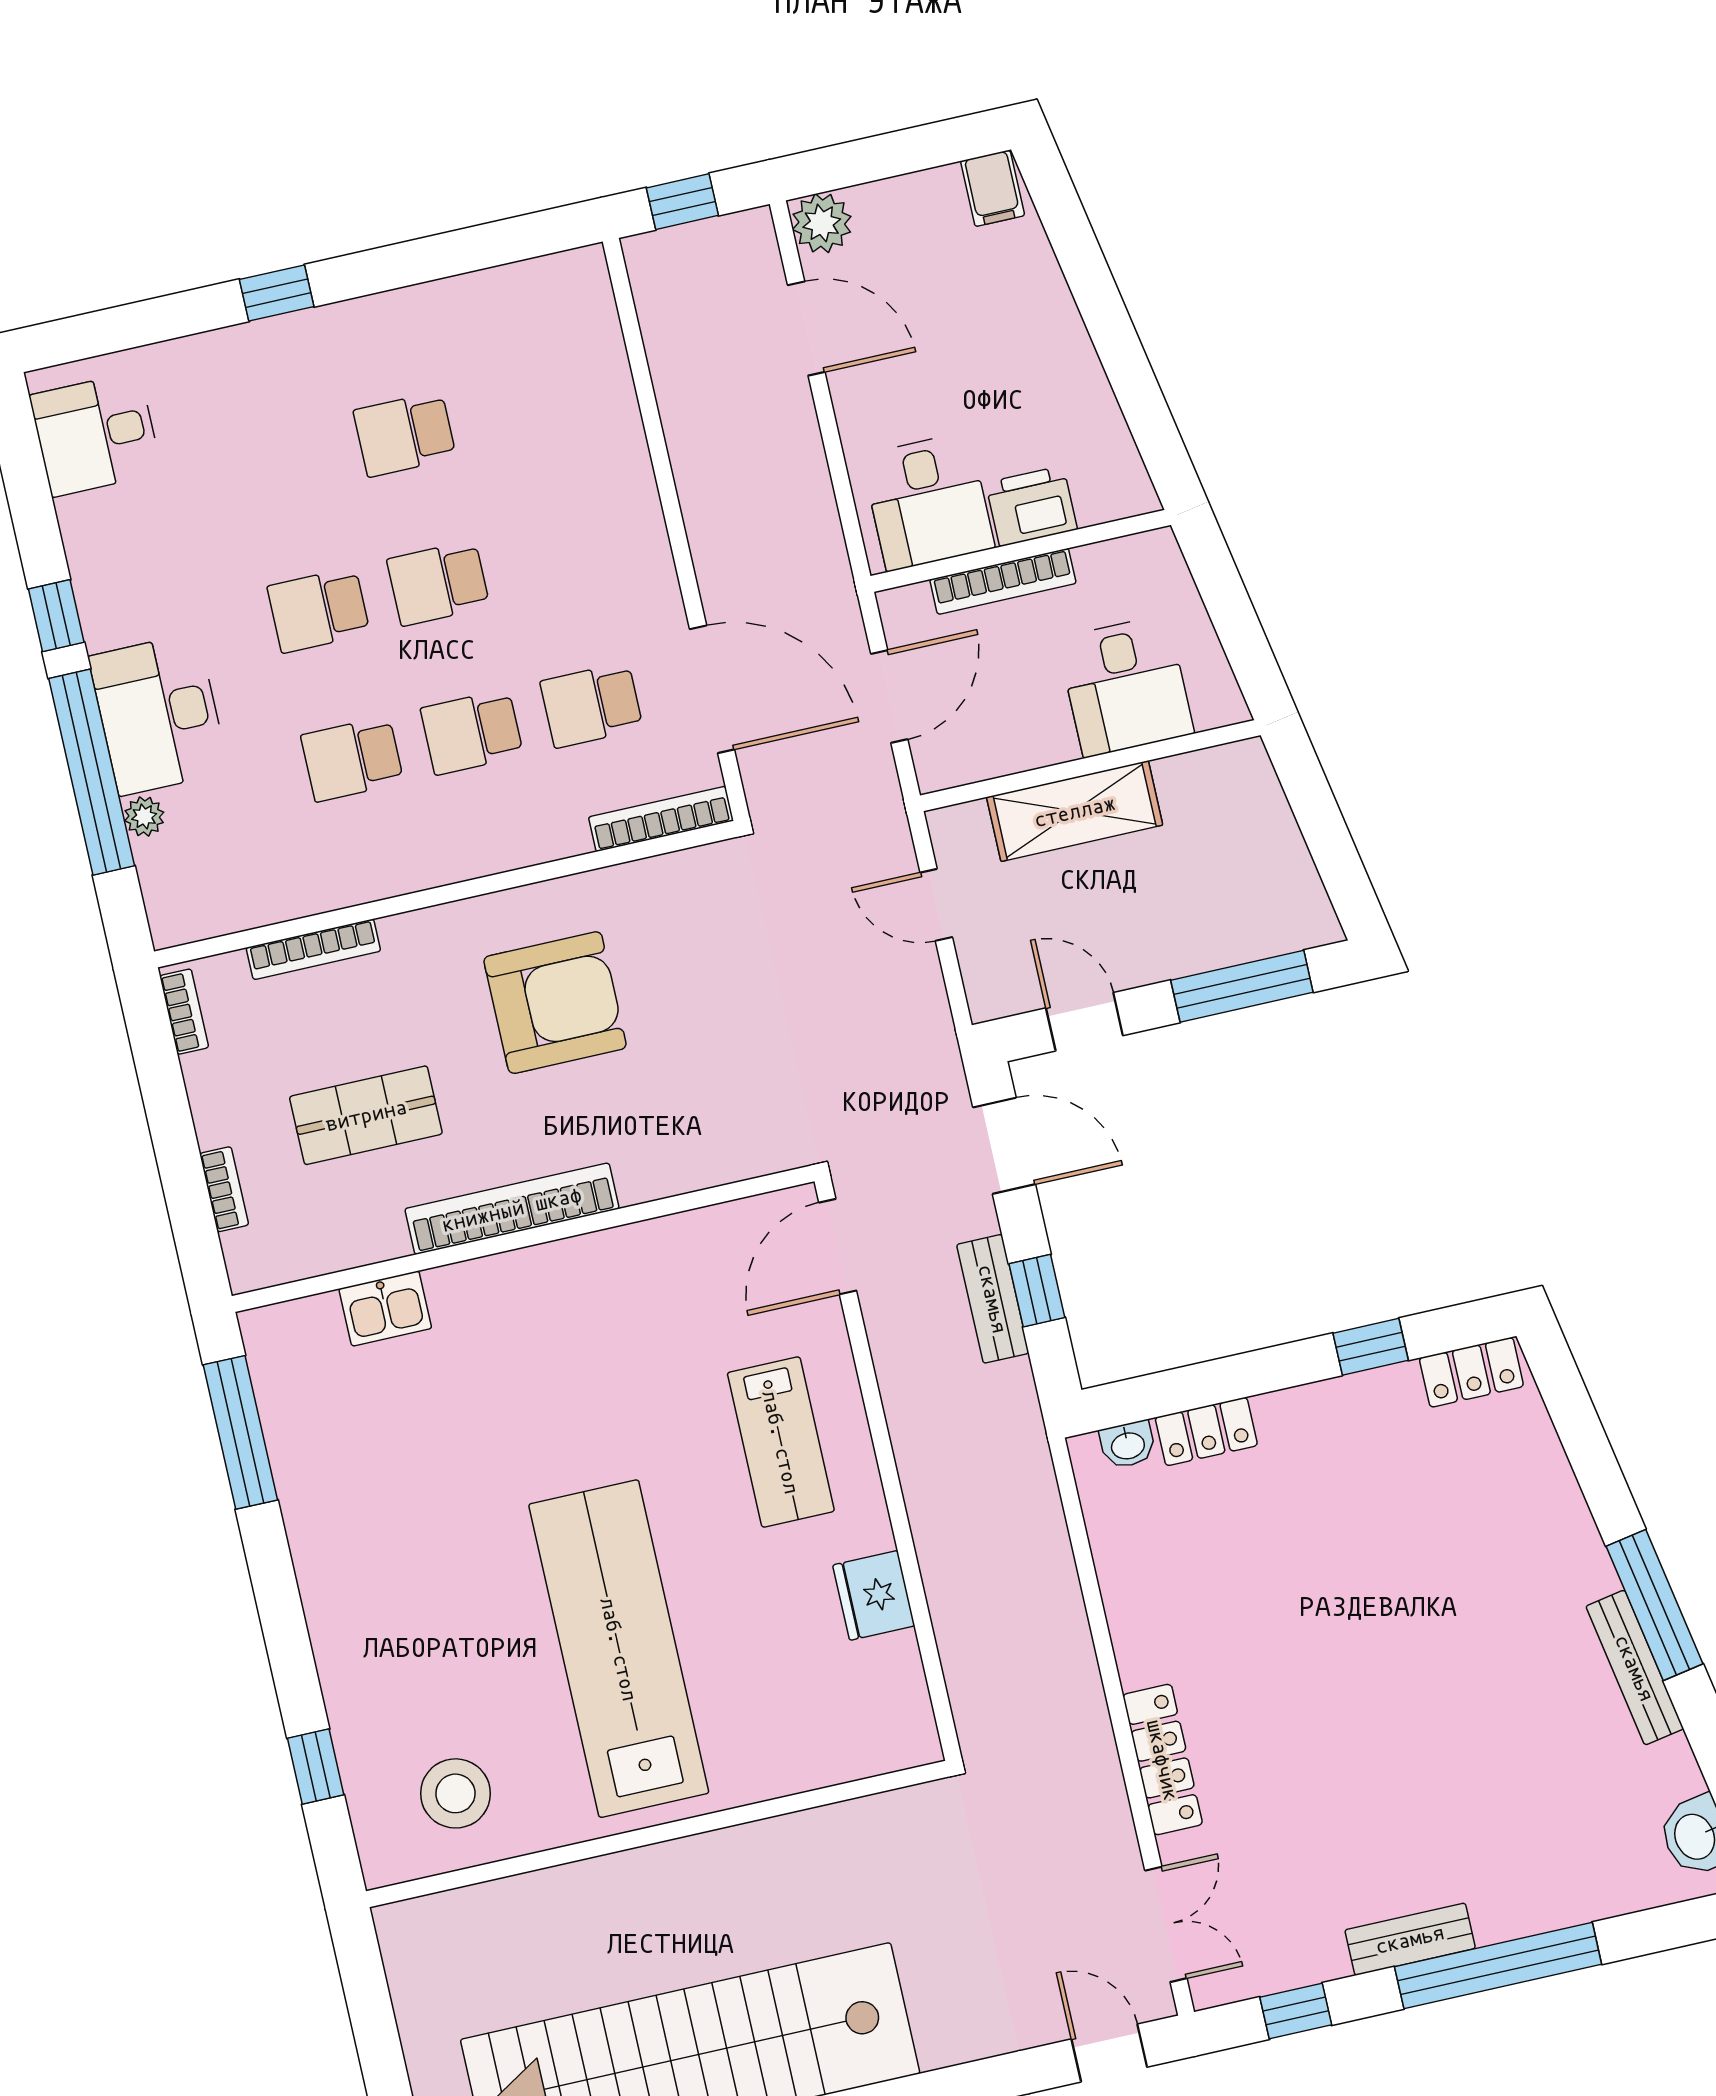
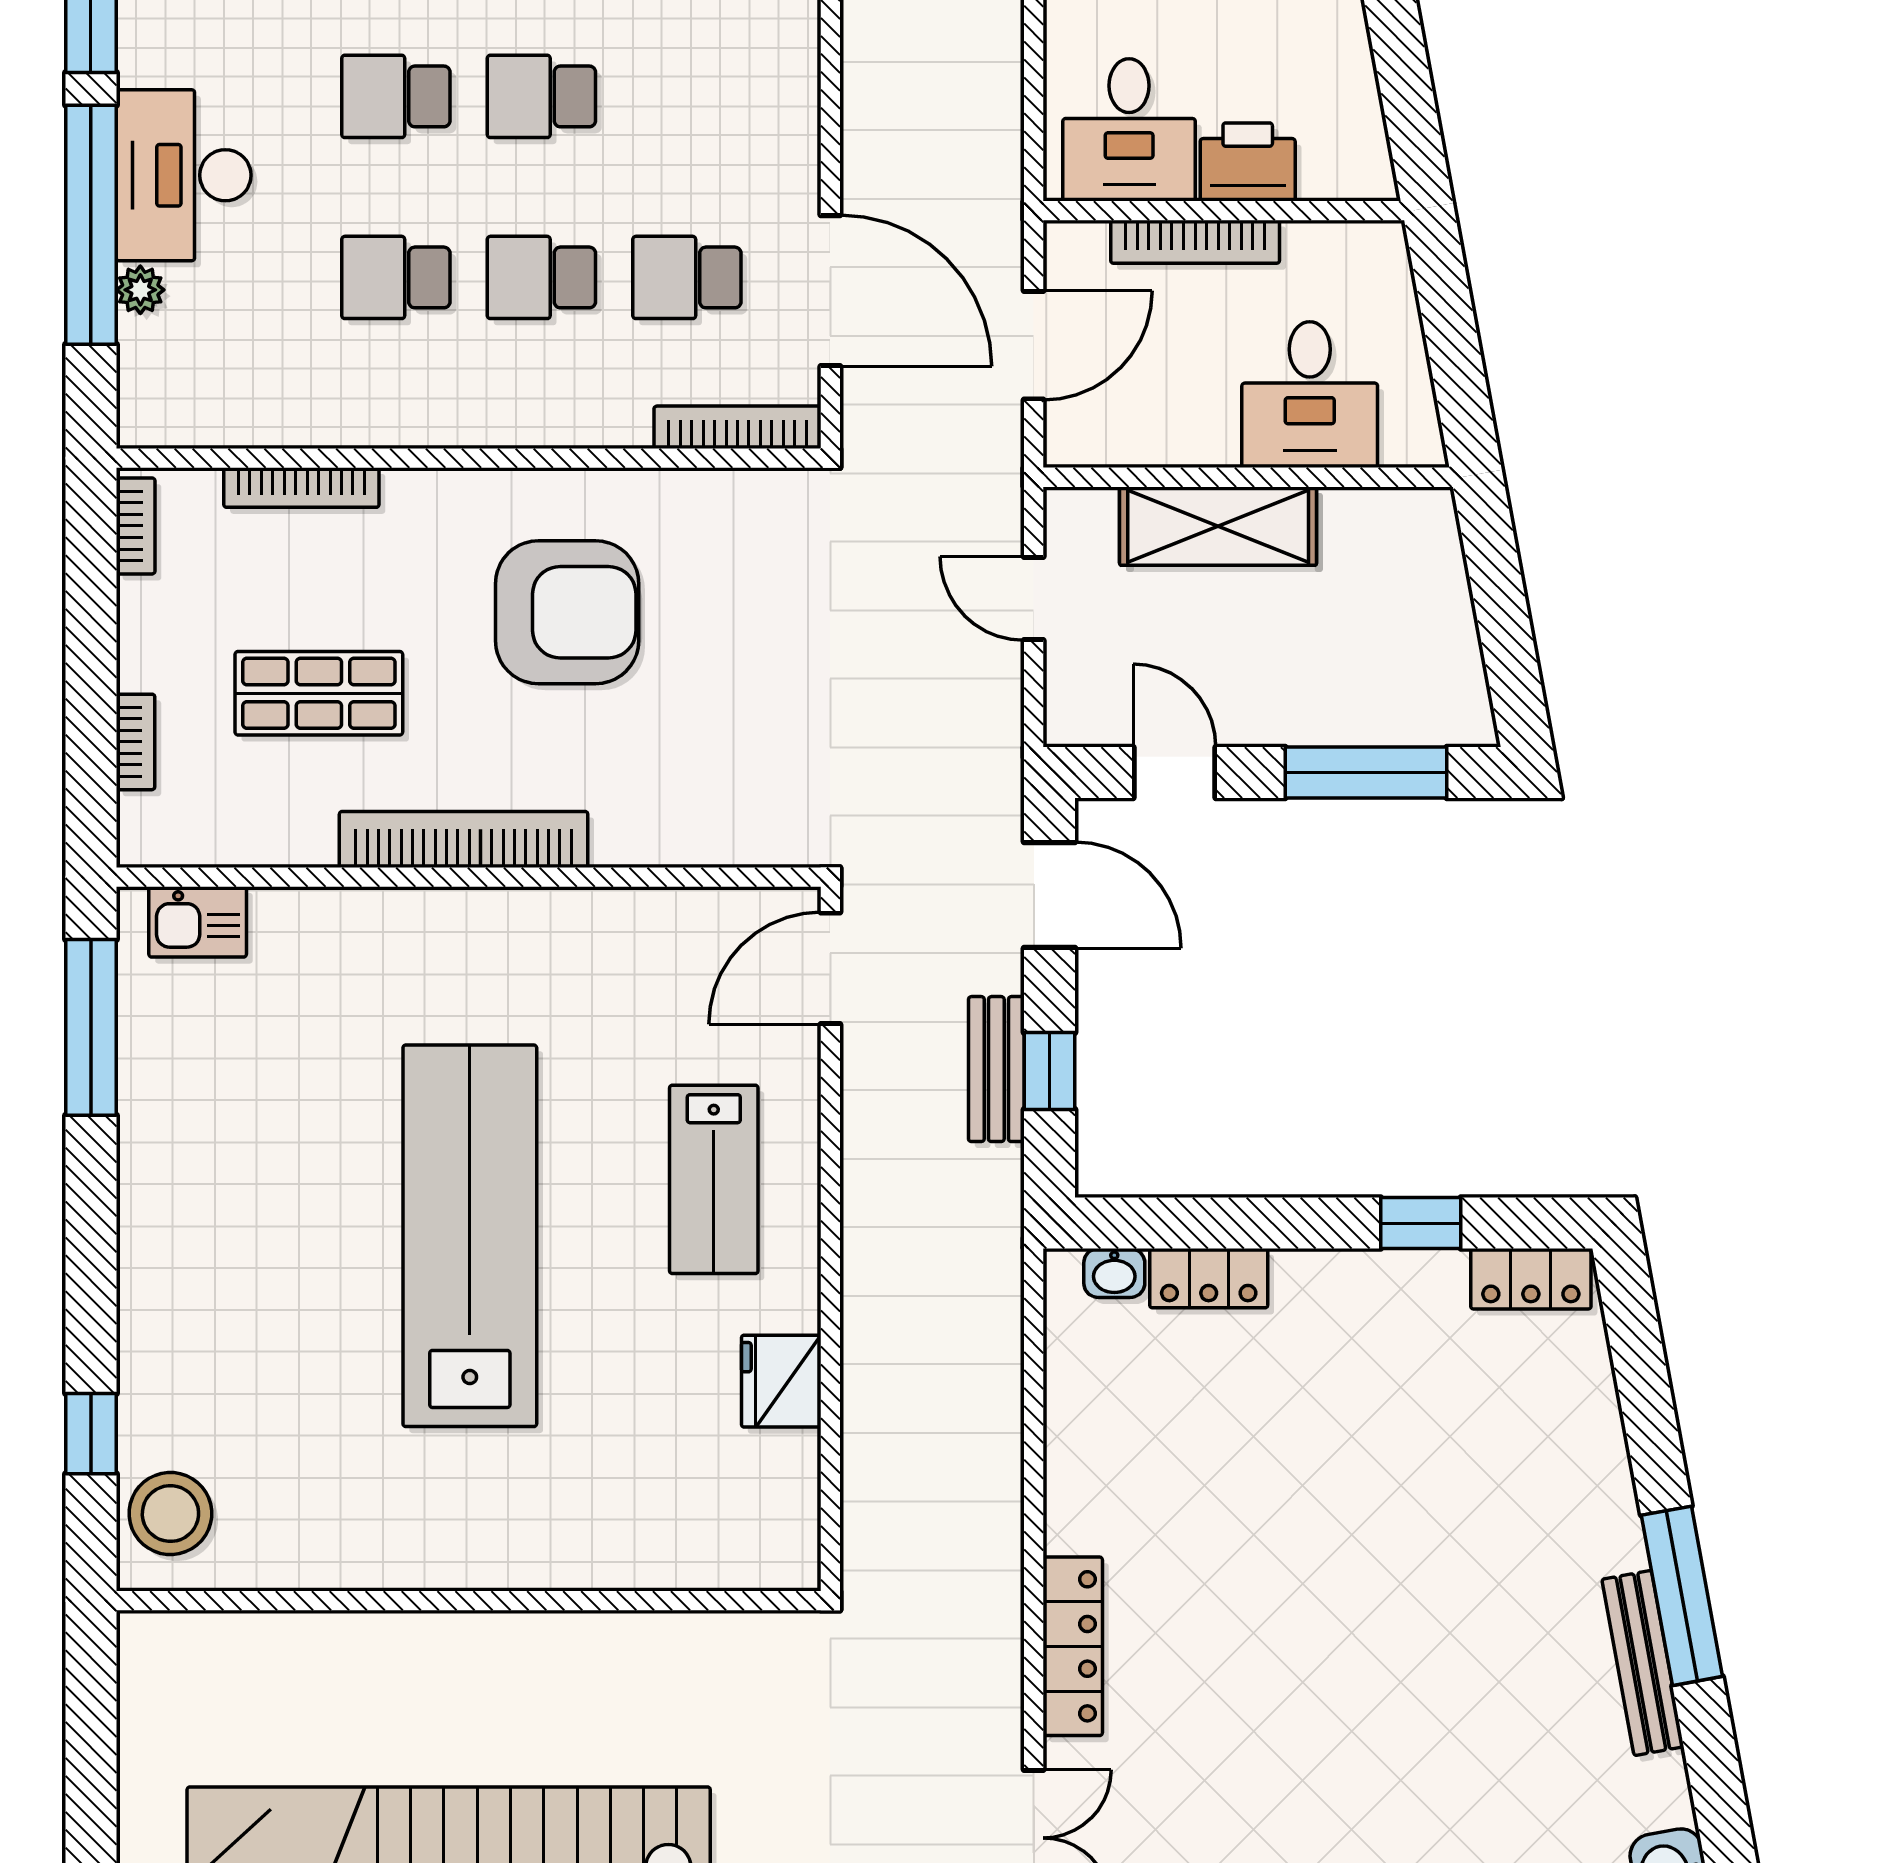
kitchen sink: (385, 1309) -> (198, 922), moved
lab bench: (619, 1649) -> (470, 1236), moved
stool: (455, 1793) -> (170, 1514), moved

